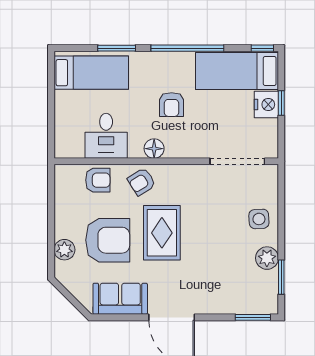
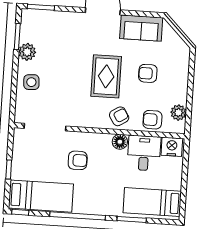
armchair: (172, 105) -> (78, 160), moved, turned 90
nightstand: (266, 105) -> (172, 147), moved, turned 90
floor lamp: (154, 149) -> (120, 142), moved
armchair: (108, 240) -> (148, 73), width x0.53, depth x0.53
plant: (64, 250) -> (178, 113), moved

